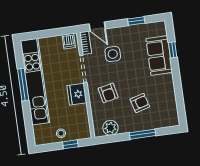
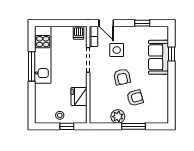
kitchen unit: (35, 82) -> (43, 55), width x0.73
armchair: (108, 93) -> (122, 77), moved
fridge: (77, 94) -> (79, 97), moved
plant: (110, 128) -> (118, 117), moved

